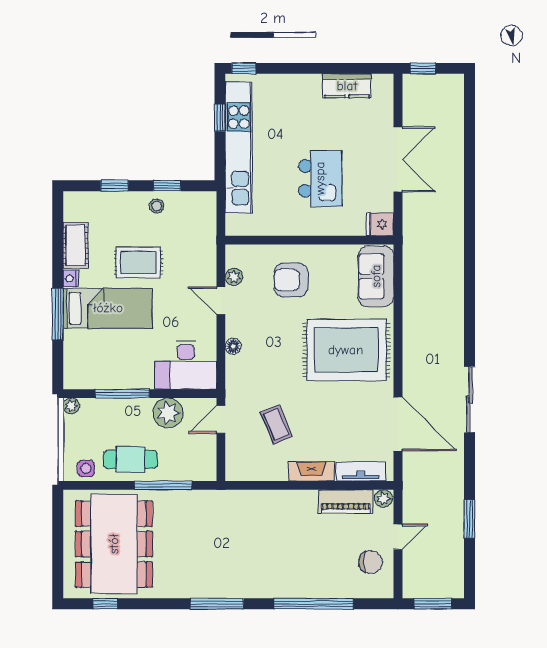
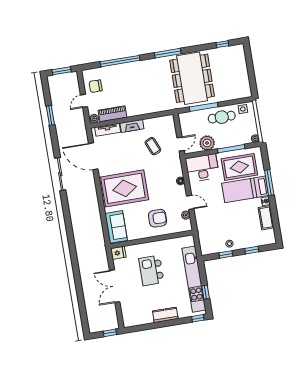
kitchen counter: (347, 86) -> (165, 315), moved
rug: (139, 262) -> (239, 167), moved, width x1.36, depth x1.43
dining table: (114, 544) -> (192, 78), moved

